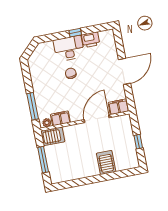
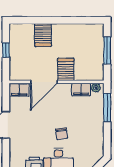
server rack: (53, 136) -> (66, 69), moved, turned 90

